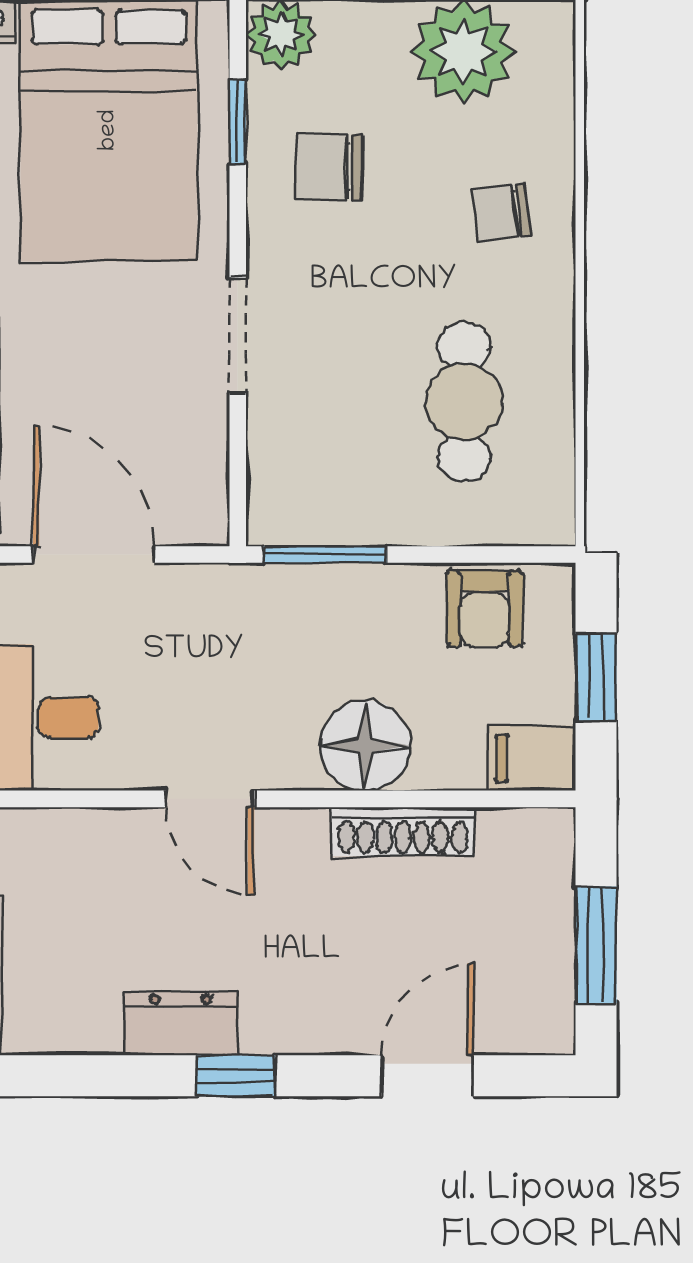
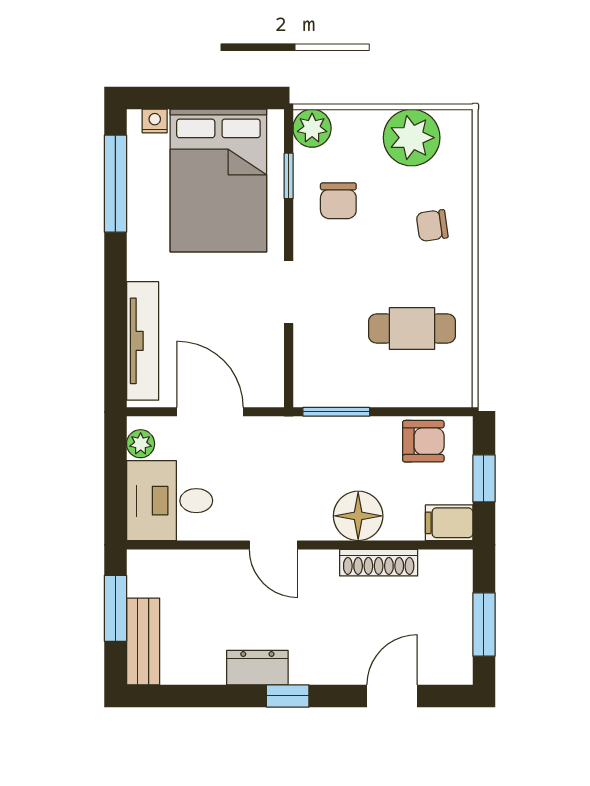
chair: (329, 167) -> (338, 201), turned -90
cafe table: (464, 402) -> (412, 329), turned 90
armchair: (485, 609) -> (423, 441), turned -90

